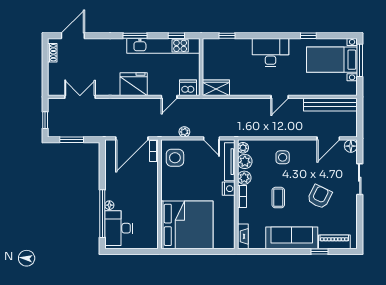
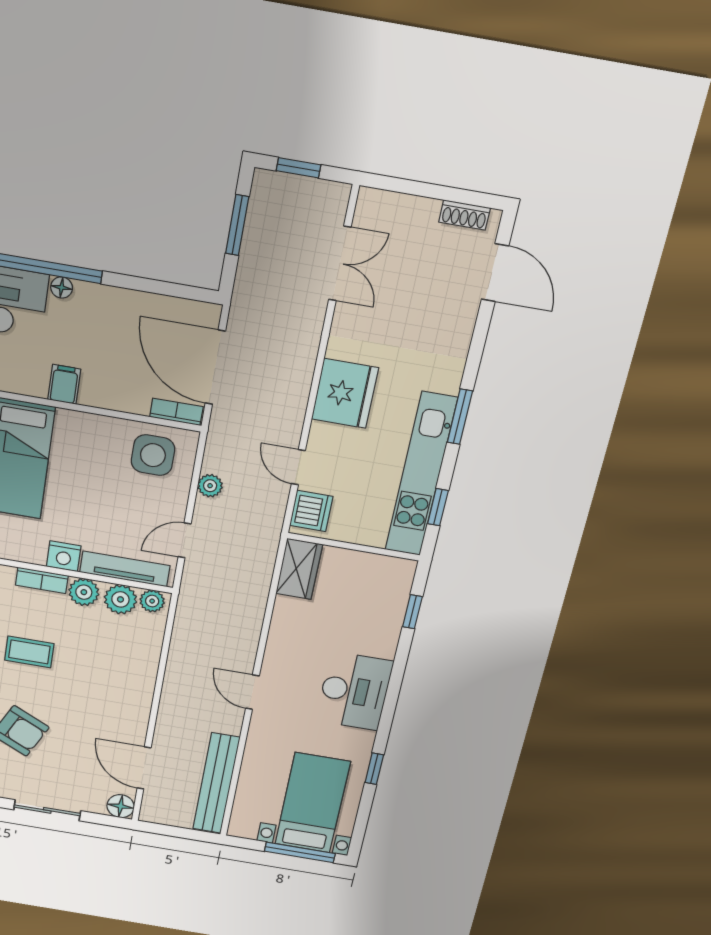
side table: (283, 157) -> (117, 675), removed
filing cabinet: (150, 199) -> (64, 384), added

